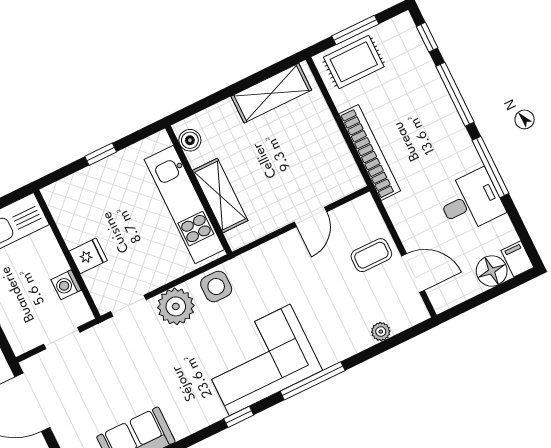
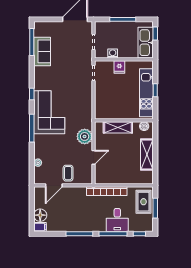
shelving: (271, 93) -> (147, 154), moved
desk: (471, 201) -> (117, 220), moved
kitchen unit: (184, 205) -> (146, 93), moved, turned -90
door: (310, 217) -> (93, 157), swing flipped
side table: (216, 287) -> (85, 109), removed
plant: (176, 306) -> (85, 136), moved

